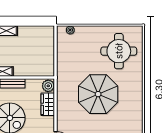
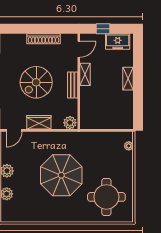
wardrobe: (48, 104) -> (39, 122), moved

